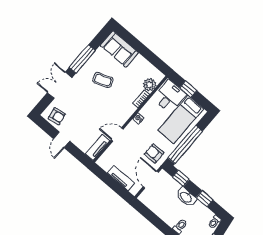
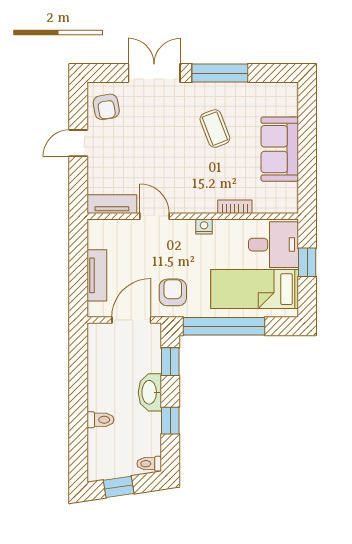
sofa: (119, 49) -> (280, 149), moved
plant: (150, 85) -> (266, 201), removed

